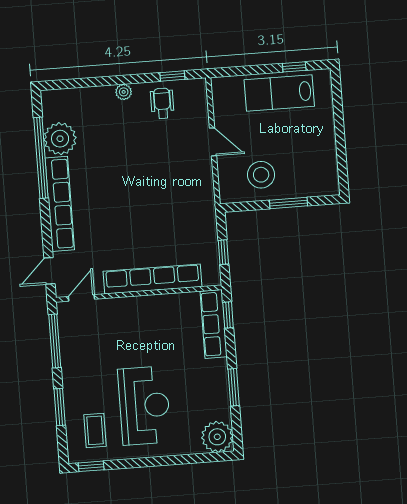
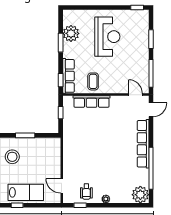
plant: (60, 139) -> (140, 195), moved
door: (213, 142) -> (62, 186), moved
stool: (261, 175) -> (12, 157), moved
row of seats: (152, 279) -> (92, 102), width x0.73
door: (81, 298) -> (136, 95), swing flipped
reception desk: (144, 406) -> (107, 37), turned 180
coffee table: (95, 430) -> (93, 81), moved
plant: (217, 437) -> (71, 33), moved

